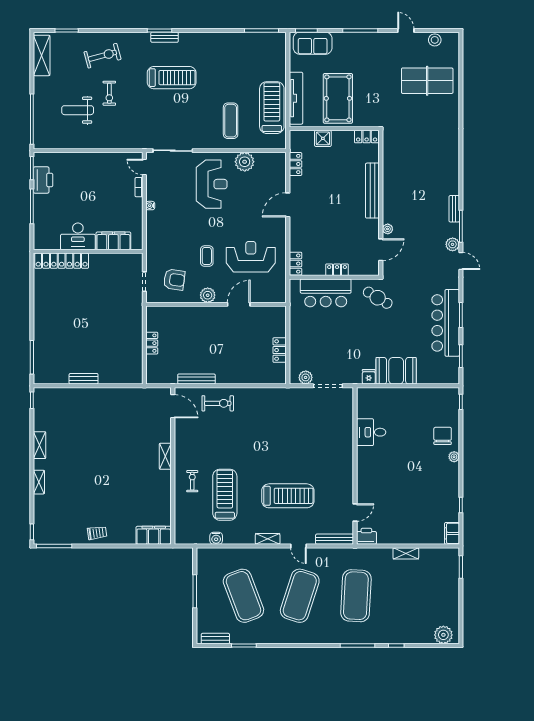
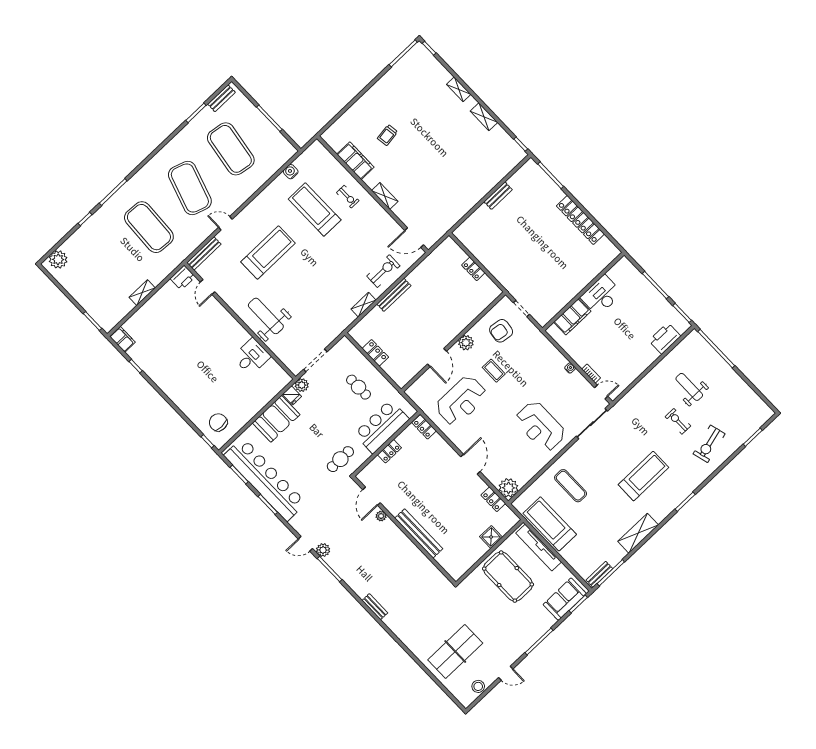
bench: (165, 37) -> (599, 574), moved
shelving: (42, 55) -> (638, 533), moved, turned 90
treadmill: (172, 78) -> (643, 476), turned 180
treadmill: (272, 108) -> (550, 524), turned 180
weight bench: (78, 110) -> (689, 387), turned -90
locker: (367, 137) -> (461, 569), removed
plant: (245, 162) -> (508, 488), moved
printer: (43, 180) -> (665, 338), moved, turned 90
bench: (454, 209) -> (375, 607), moved
locker: (62, 261) -> (580, 220), moved, turned -90
cafe table: (378, 298) -> (340, 459), turned -31
bar counter: (446, 323) -> (265, 479), width x1.36
cafe table: (315, 337) -> (359, 387), added
plant: (306, 377) -> (302, 385), moved
bench: (196, 379) -> (394, 295), moved
exercise bike: (218, 403) -> (383, 271), turned 180
chair: (443, 436) -> (218, 422), moved, turned 180
weight bench: (333, 452) -> (266, 316), added
plant: (454, 457) -> (174, 397), removed
treadmill: (225, 495) -> (315, 209), turned 180
treadmill: (288, 496) -> (268, 252), turned 180
trolley: (97, 533) -> (387, 135), moved
filing cabinet: (154, 535) -> (355, 161), moved, turned -90
shelving: (268, 539) -> (363, 305), moved
exercise mat: (243, 596) -> (231, 149), turned 30

